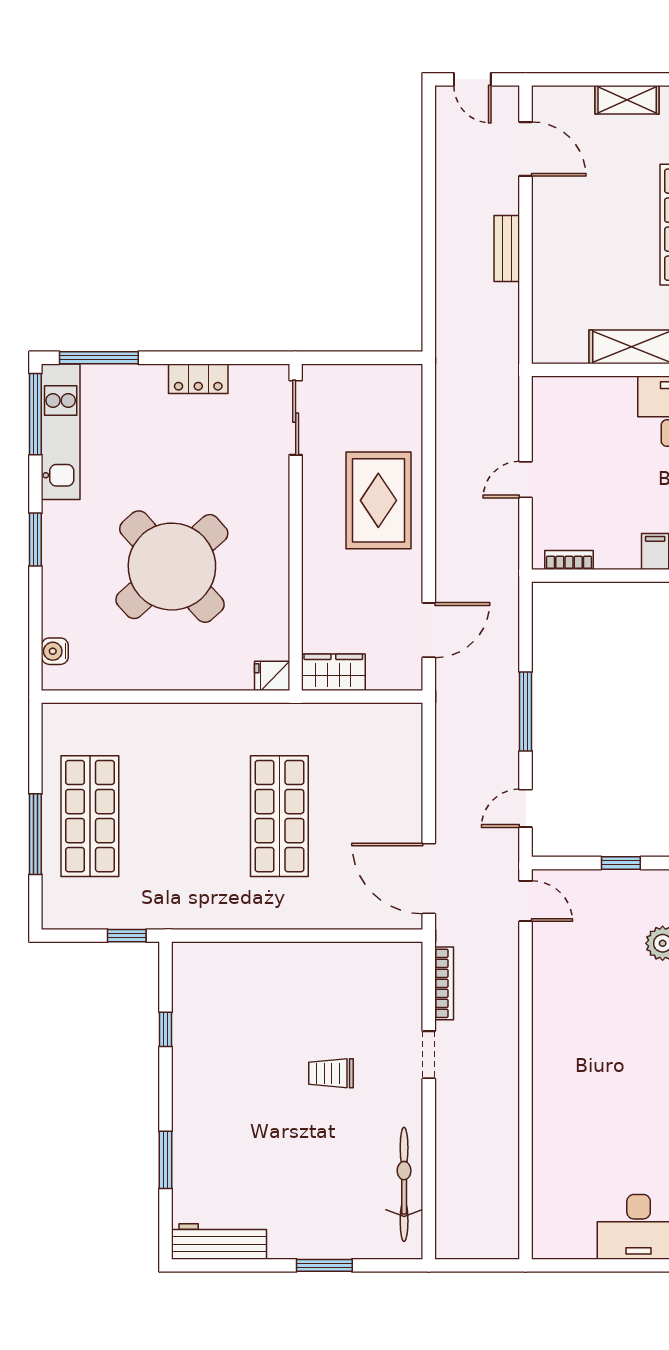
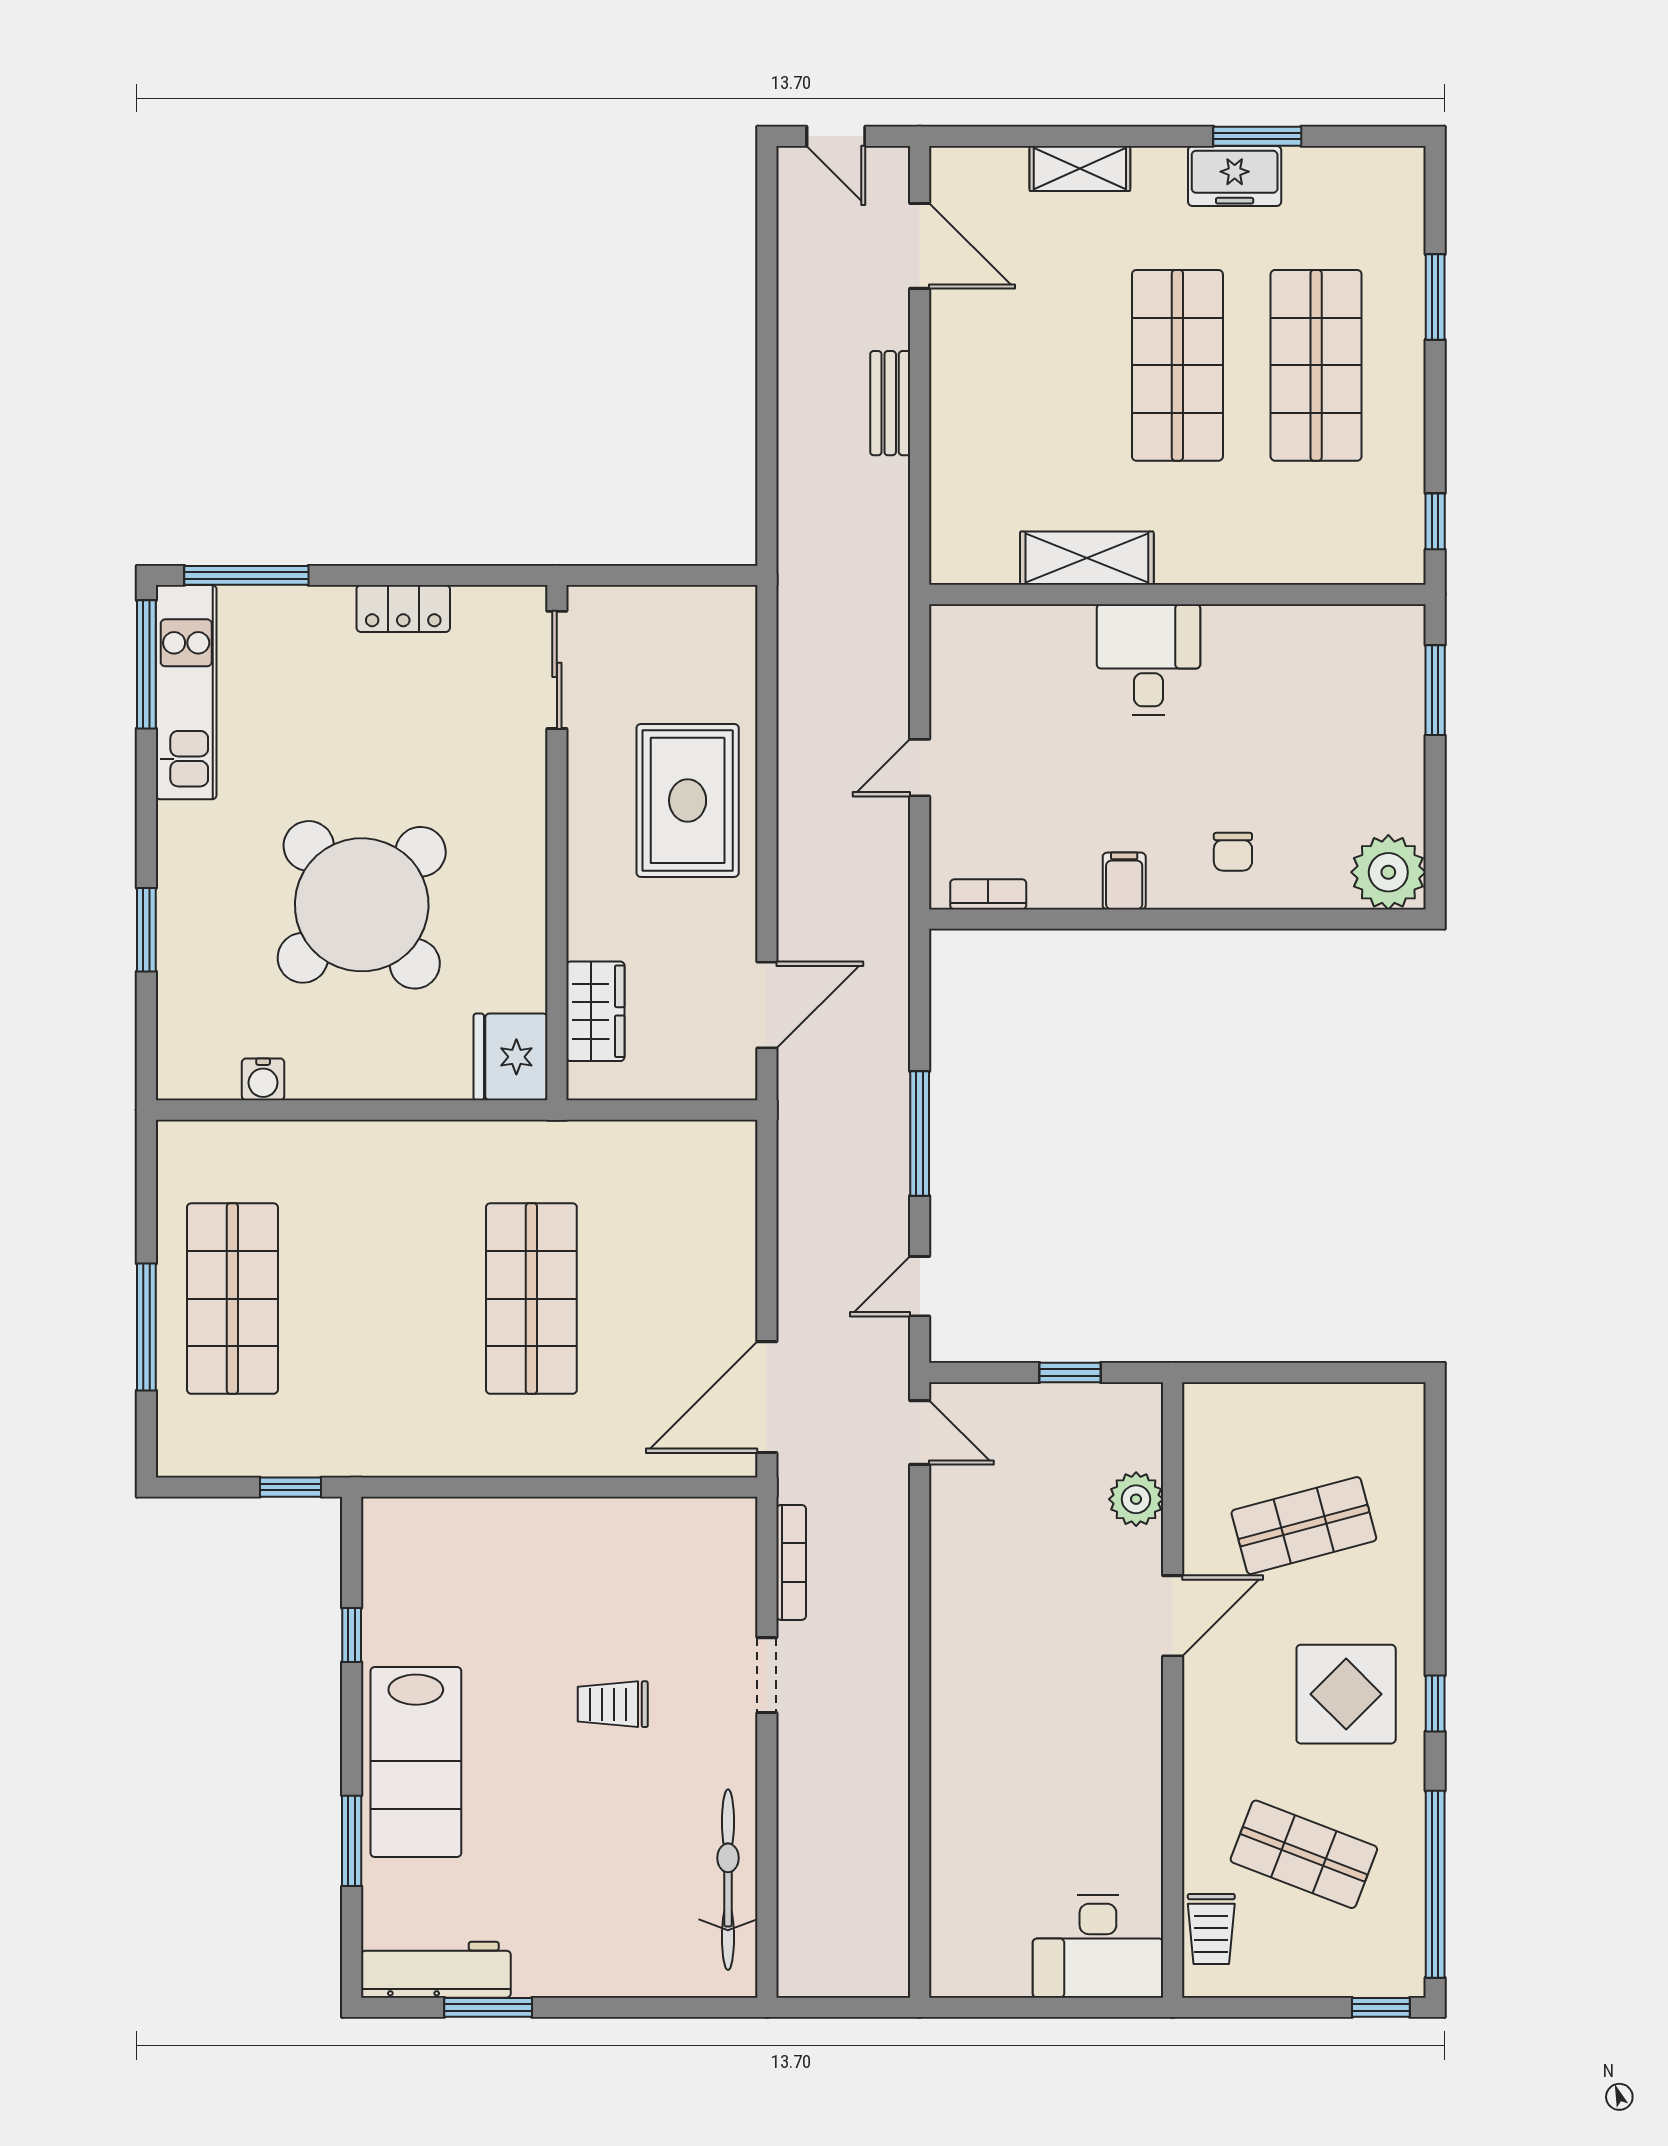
window: (35, 540) -> (146, 930), moved
water cooler: (55, 651) -> (263, 1079), moved, turned -90
wardrobe: (333, 672) -> (595, 1011), moved, turned 90
fridge: (272, 676) -> (510, 1057), width x1.88, depth x1.34
door: (429, 879) -> (767, 1397), hinge flipped
lab bench: (206, 1110) -> (416, 1762), added
window: (324, 1265) -> (488, 2007), moved

